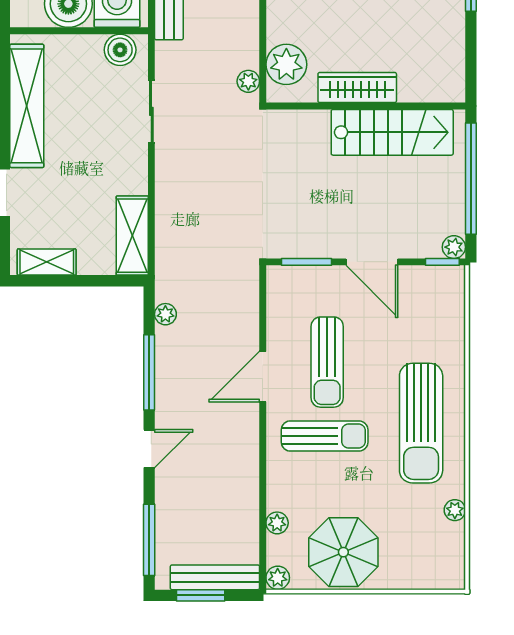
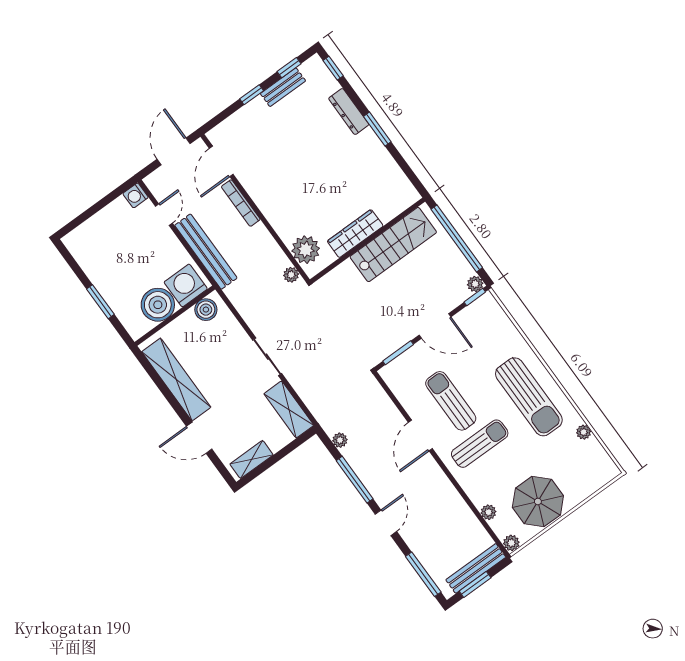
sliding door: (151, 111) -> (267, 357), moved
sun lounger: (327, 362) -> (451, 401), turned 180

